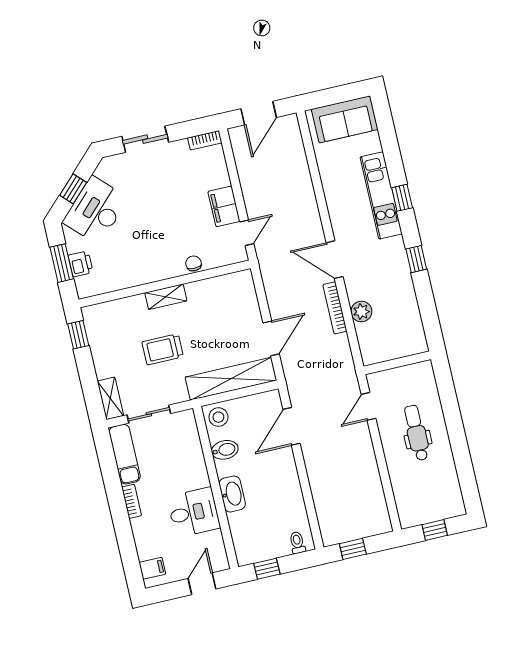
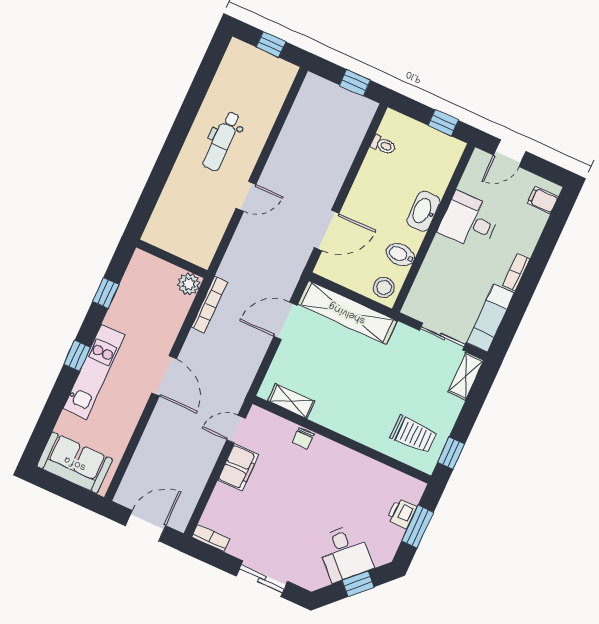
desk: (95, 210) -> (345, 553), width x0.73
door: (335, 260) -> (164, 376), moved
shelving: (166, 297) -> (291, 401), moved
trolley: (163, 349) -> (413, 434), moved
wall: (397, 363) -> (172, 259), moved
toilet: (297, 543) -> (383, 145), moved, turned -90

